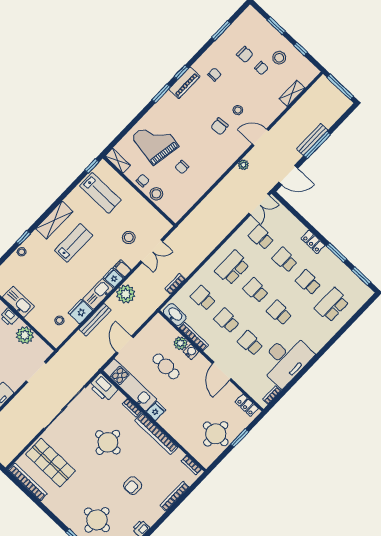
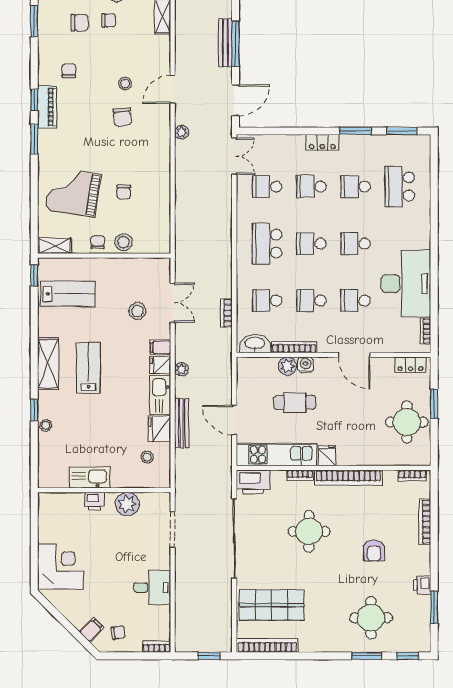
plant: (126, 294) -> (181, 369), width x0.53, depth x0.53

